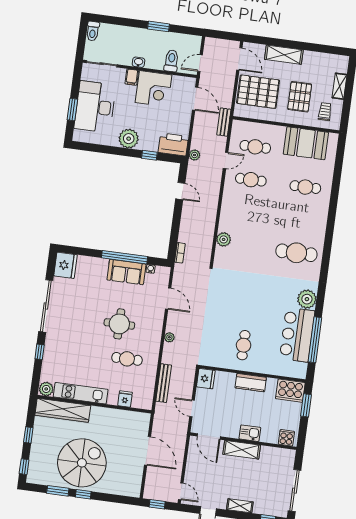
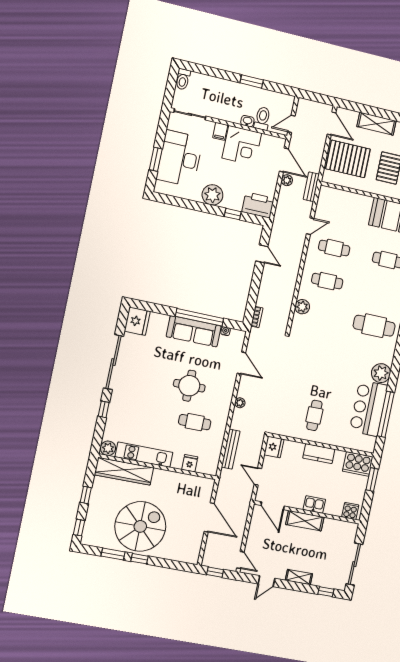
washbasin: (139, 62) -> (247, 121), moved
cafe table: (255, 147) -> (327, 281), moved
plant: (195, 155) -> (287, 180), moved
sofa: (126, 272) -> (194, 331), width x1.36

